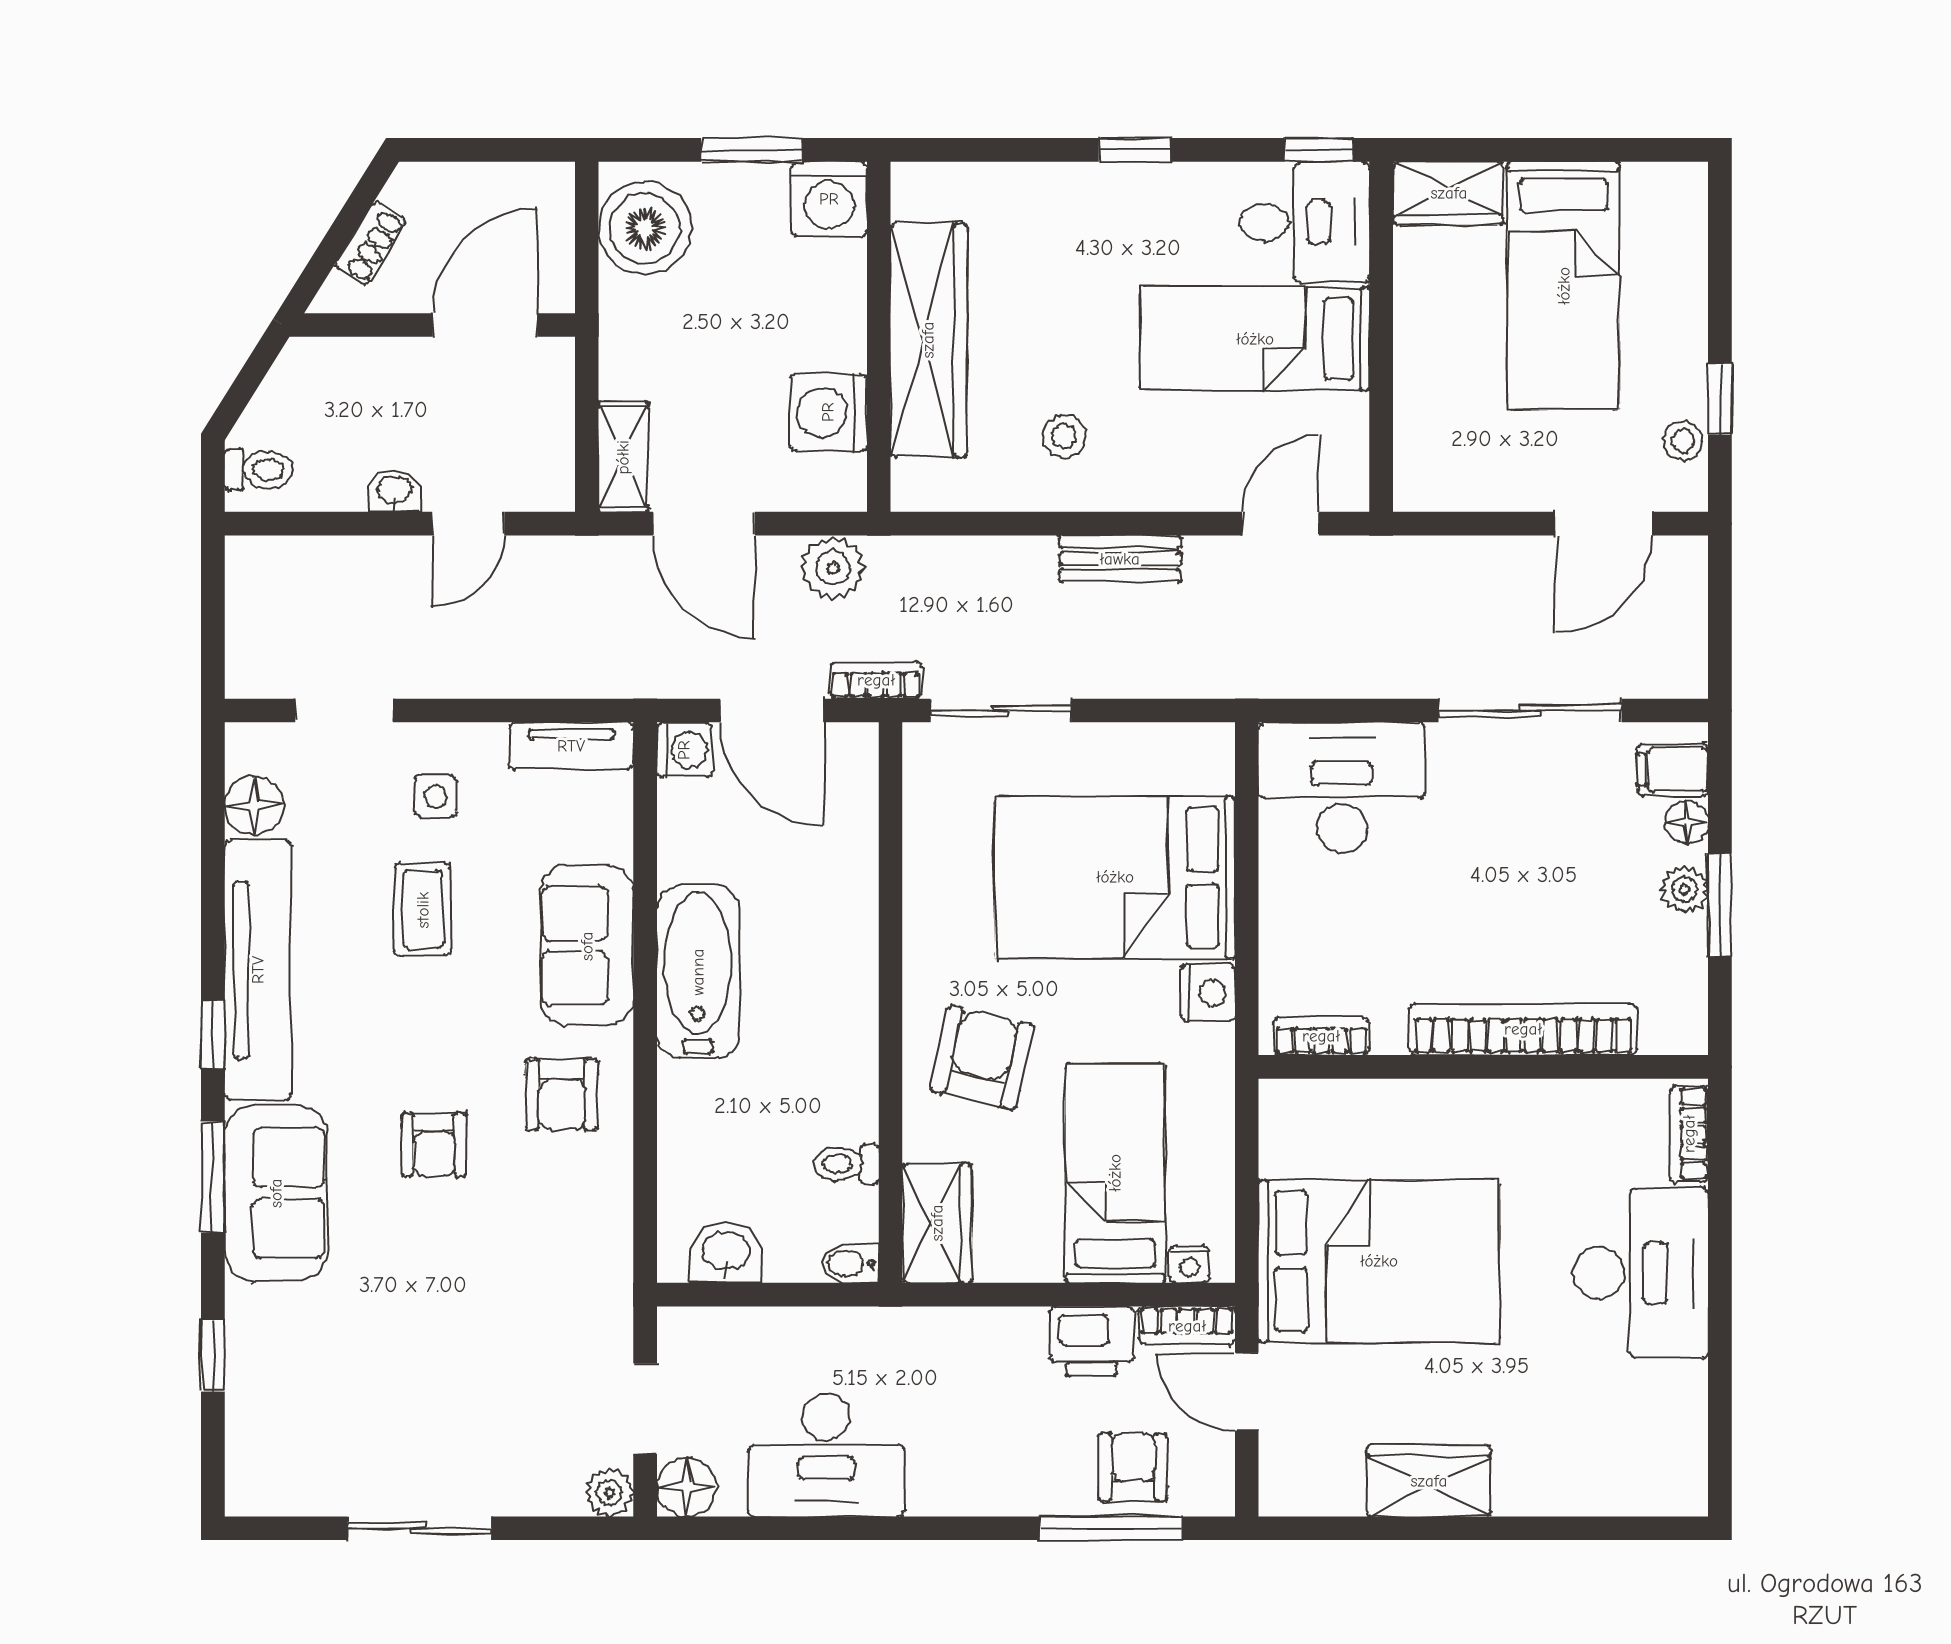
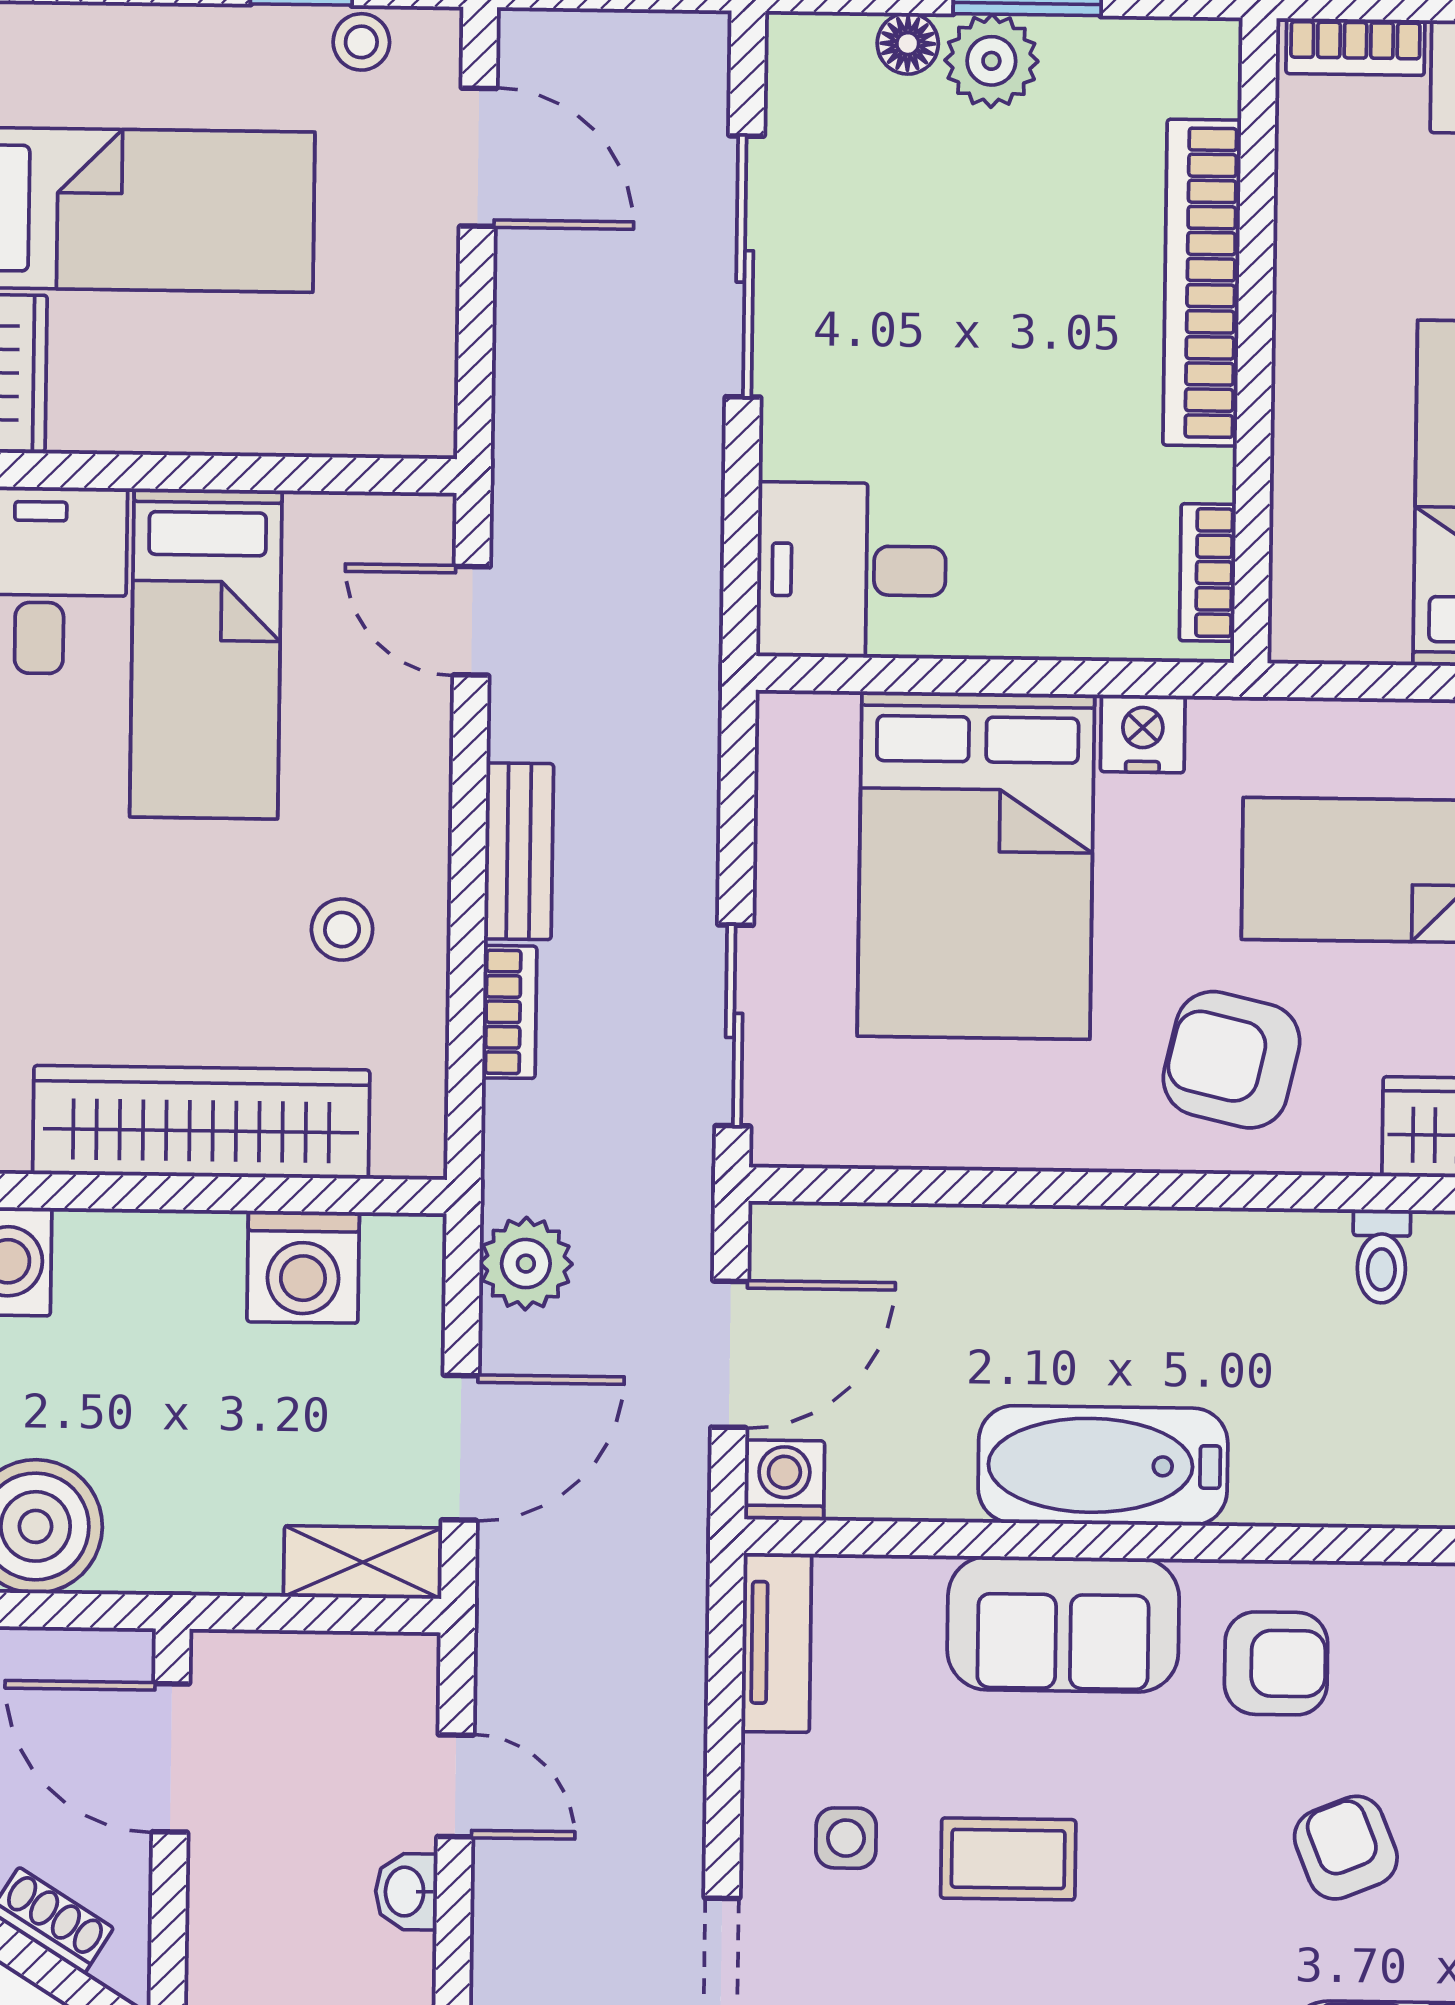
bookcase: (876, 680) -> (509, 1012), moved, turned 180
filing cabinet: (1673, 770) -> (832, 63), removed
desk: (1342, 788) -> (851, 570), width x0.73
plant: (1685, 889) -> (991, 61), width x1.38, depth x1.38
armchair: (434, 1145) -> (1346, 1848), turned -112

